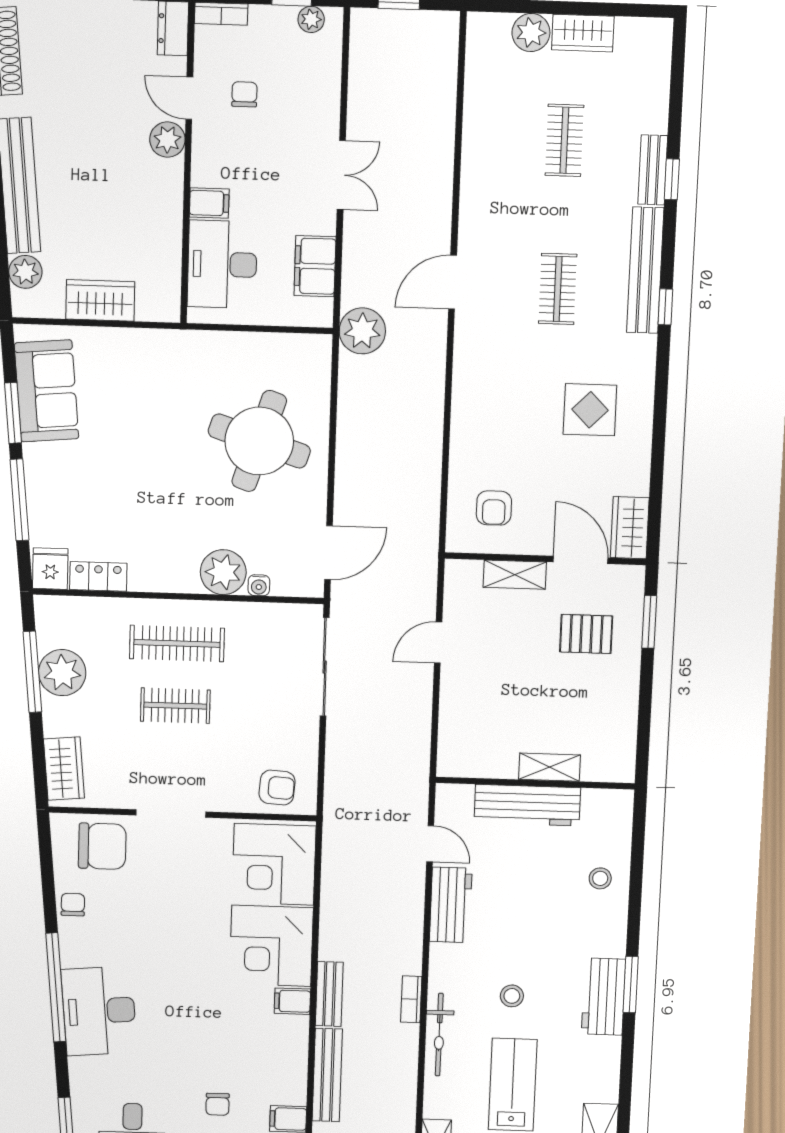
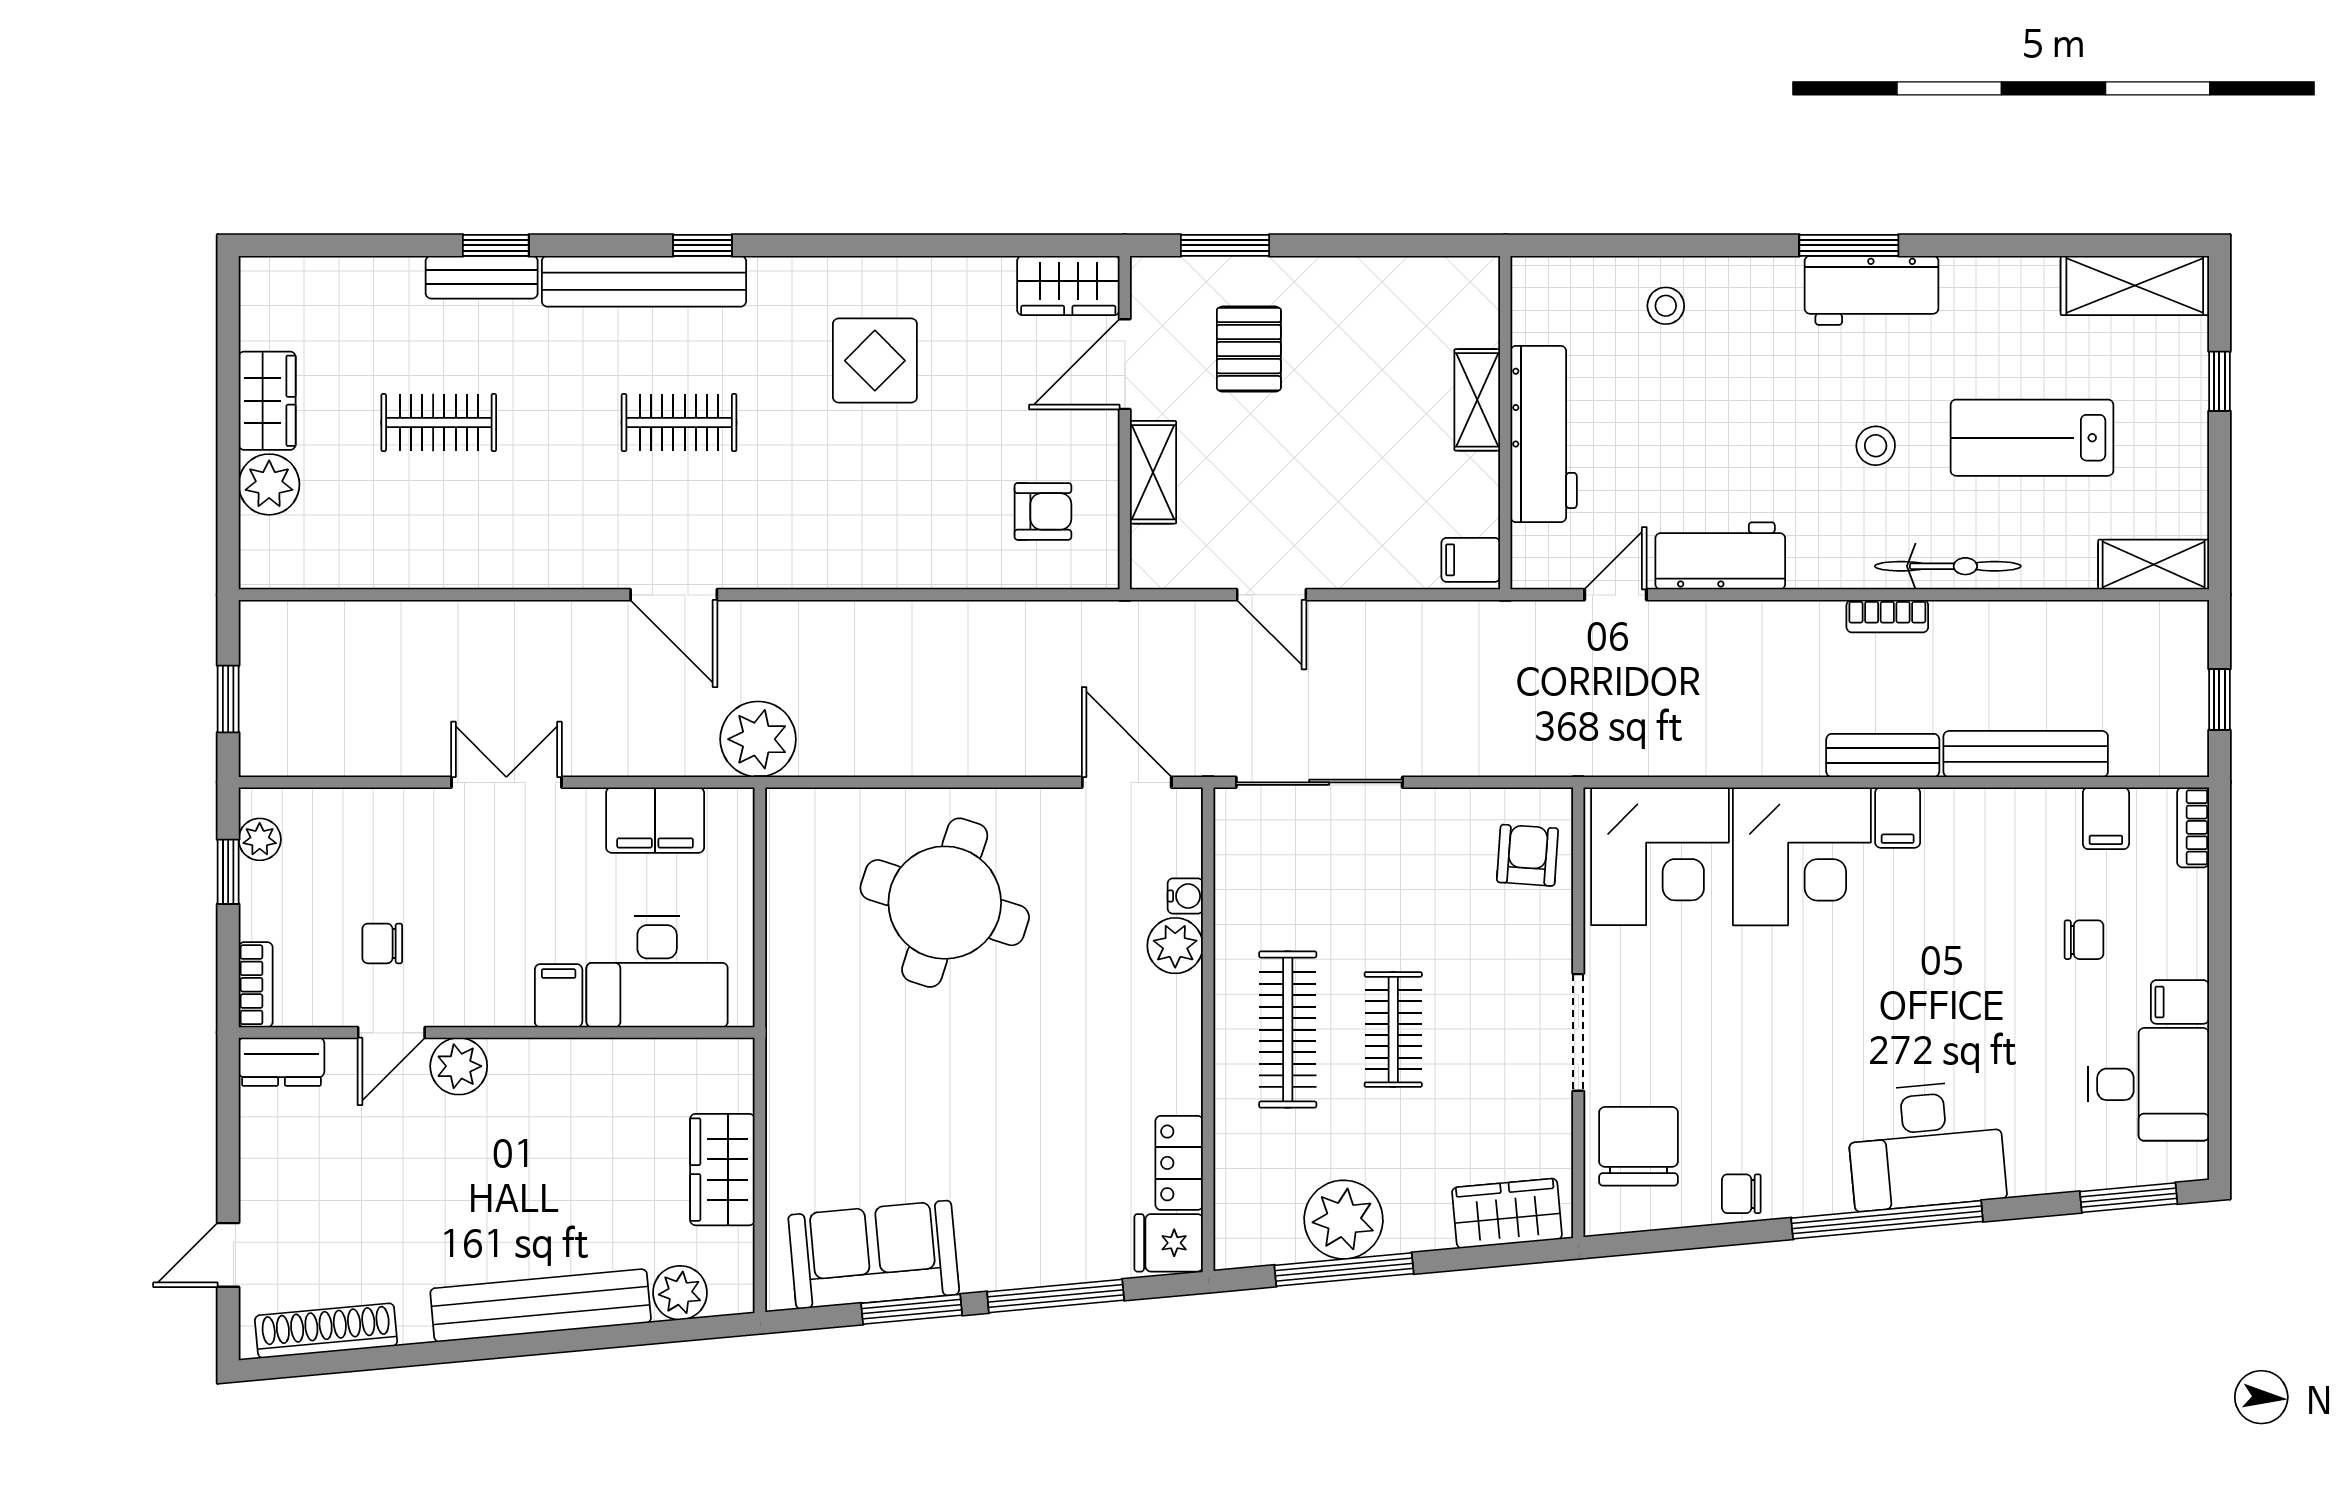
plant: (223, 572) -> (1175, 946), width x0.73, depth x0.73
filing cabinet: (454, 760) -> (1471, 560), added

